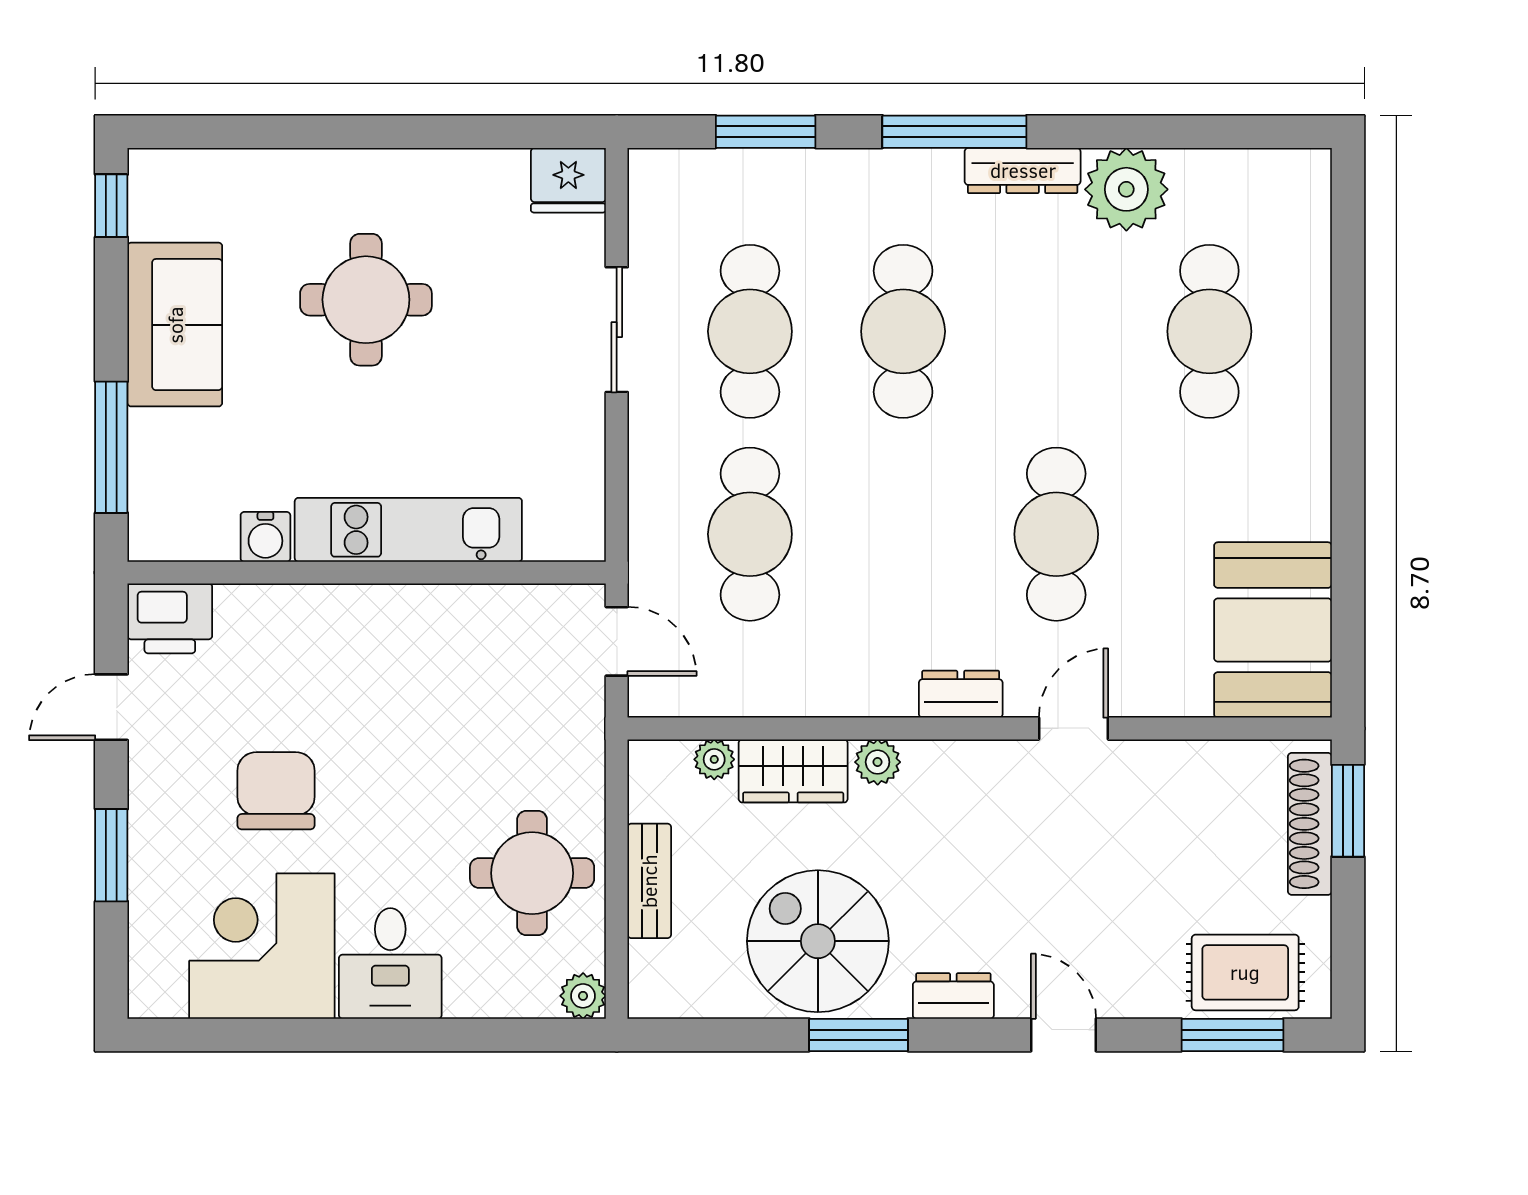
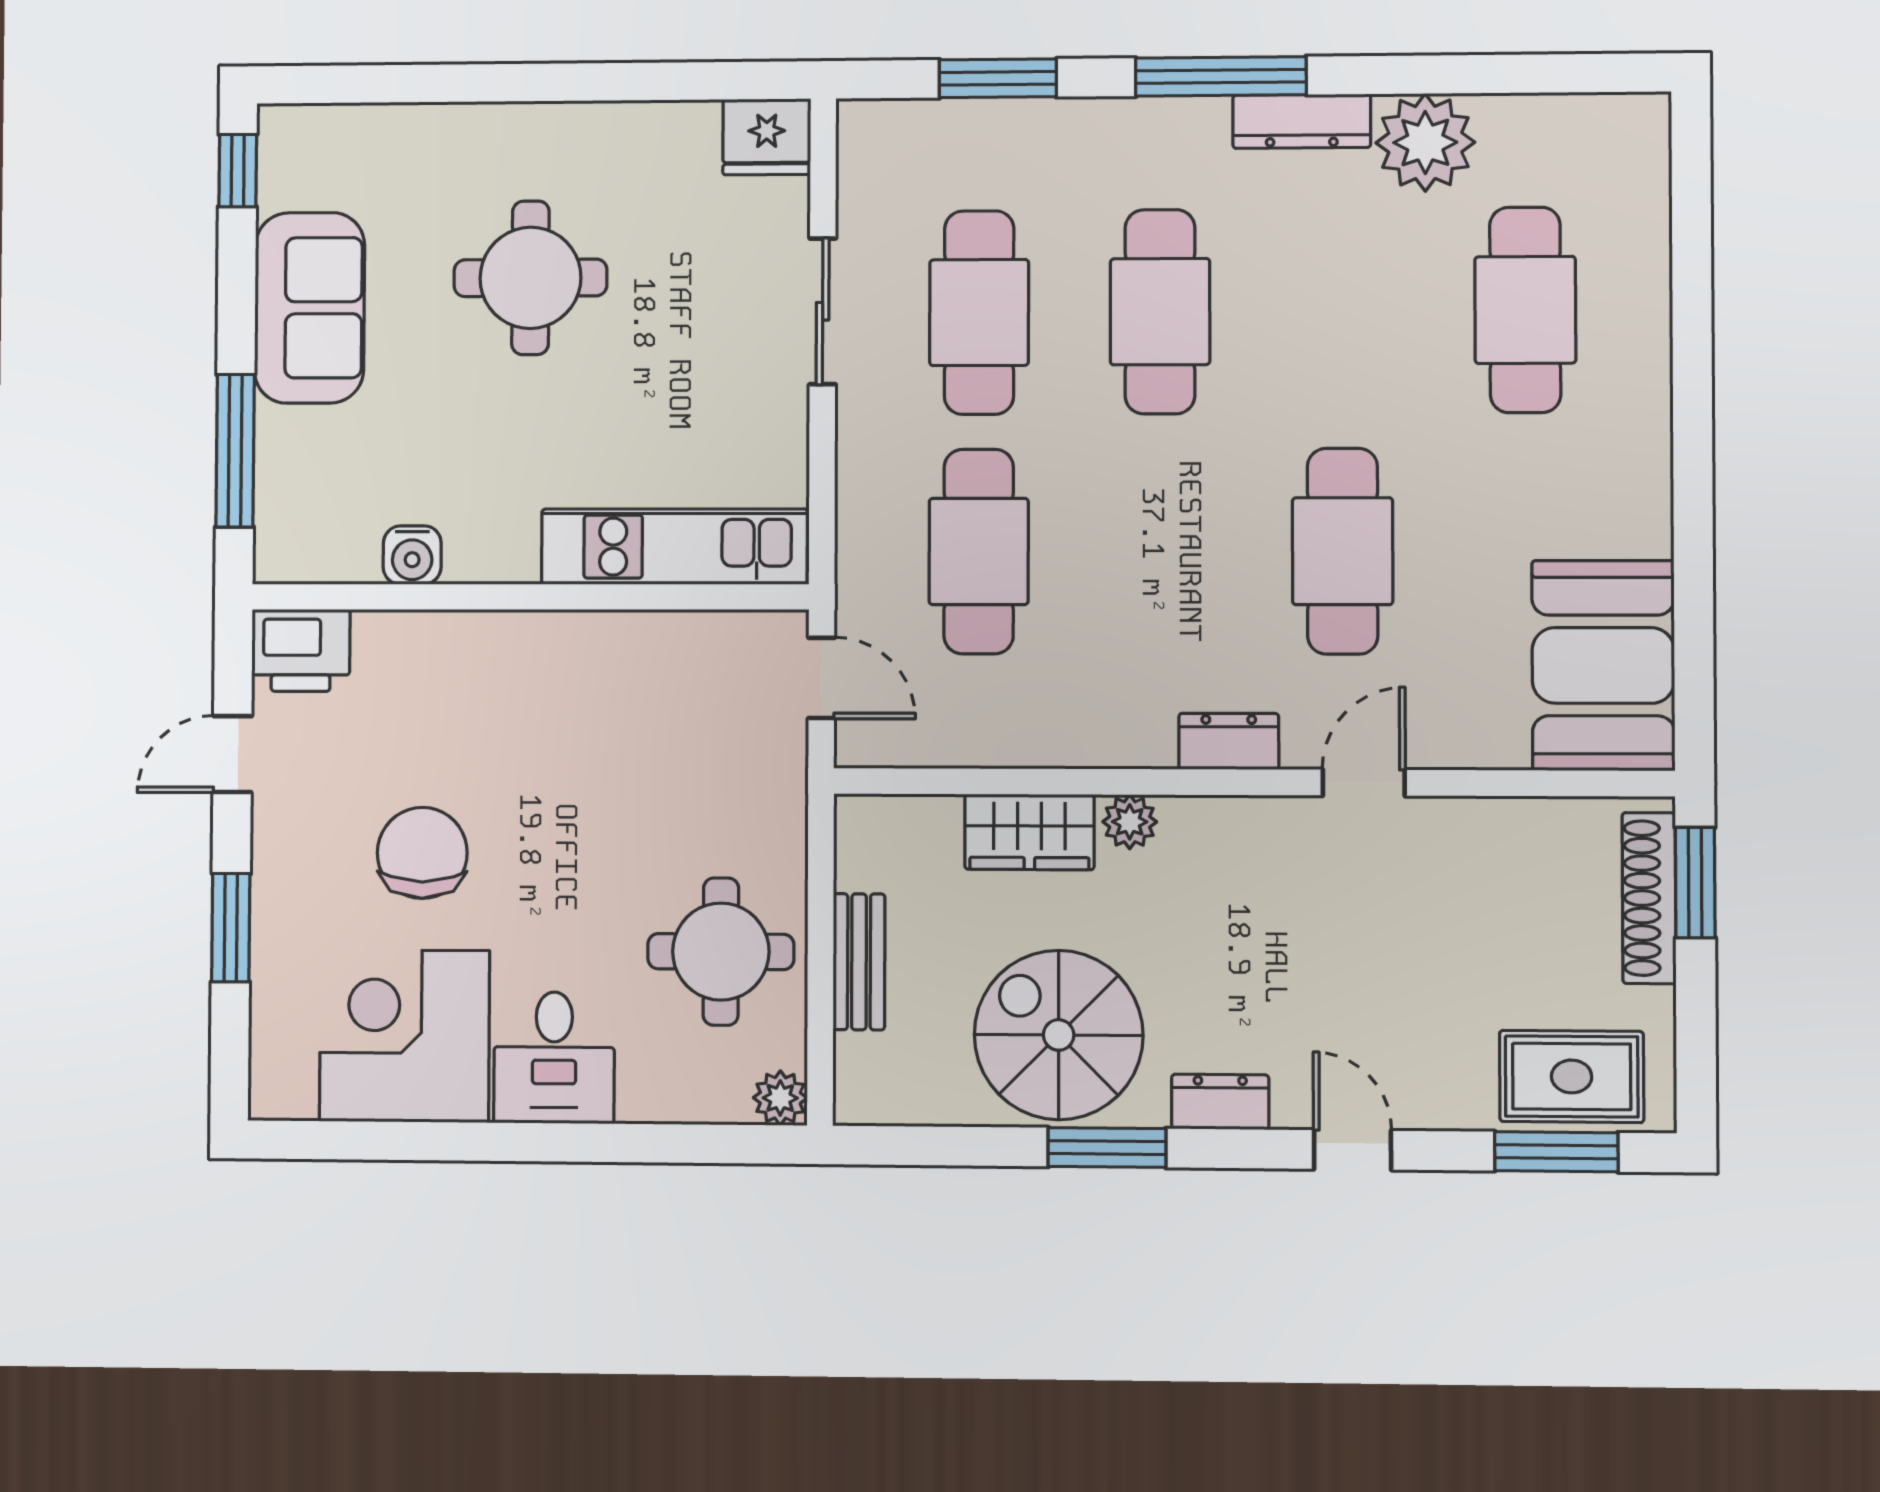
kitchen unit: (408, 530) -> (674, 547), moved
plant: (714, 759) -> (936, 818), removed

